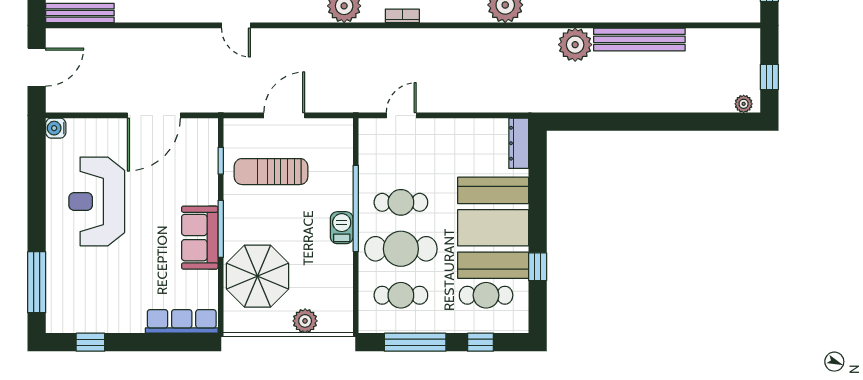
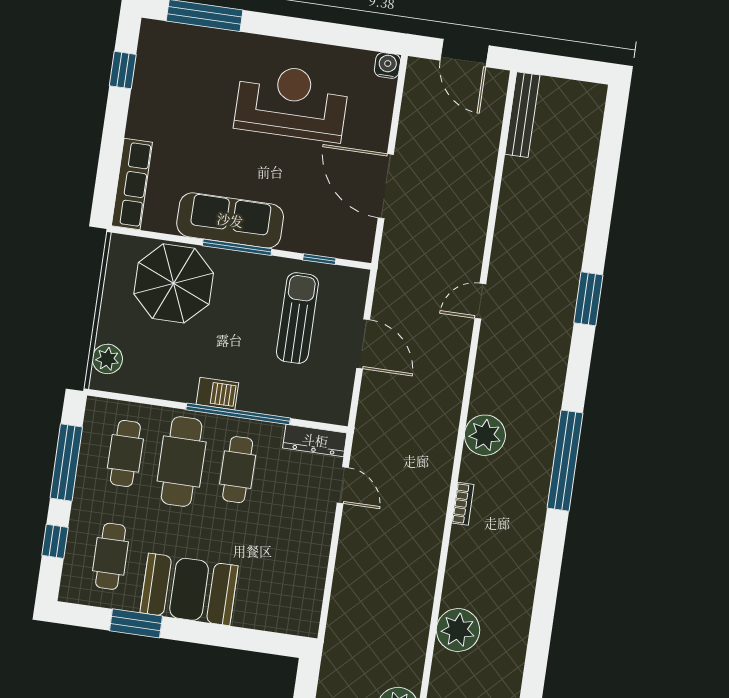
dresser: (519, 143) -> (315, 440), moved, turned 180
booth: (493, 228) -> (189, 589), width x0.73, depth x0.70
sofa: (200, 238) -> (230, 220), width x1.36
window: (538, 267) -> (136, 623), width x1.50
plant: (305, 321) -> (107, 359), moved

